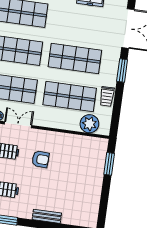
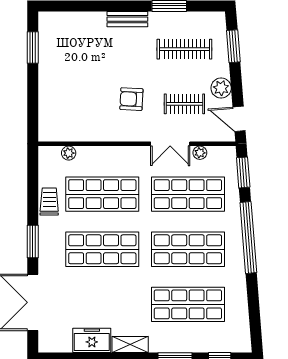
plant: (89, 124) -> (69, 153), width x0.53, depth x0.53
window: (109, 164) -> (33, 48), moved
bench: (47, 216) -> (127, 19), moved

